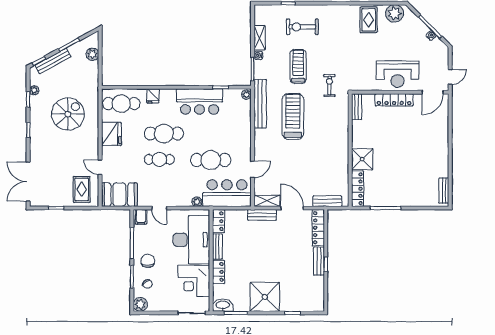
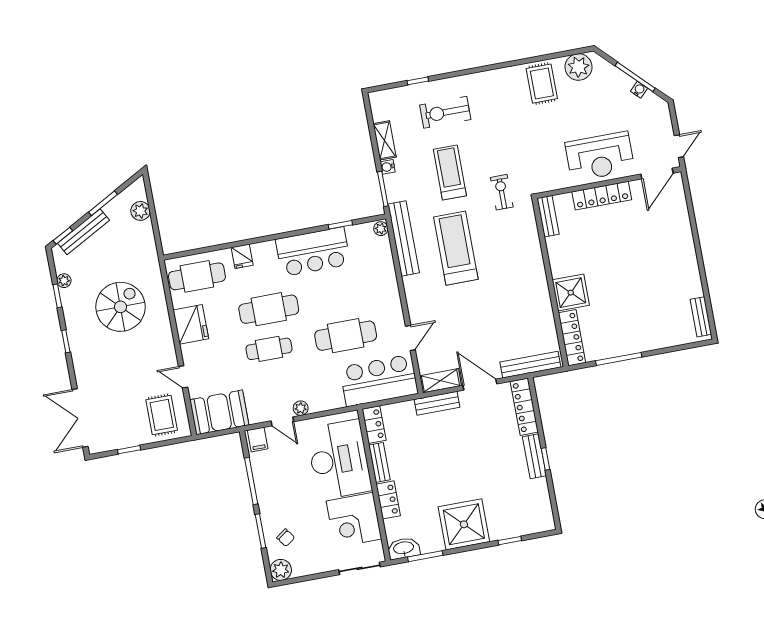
bench: (327, 201) -> (530, 365), width x1.36
plant: (197, 202) -> (301, 408), moved
chair: (148, 261) -> (280, 503), removed

